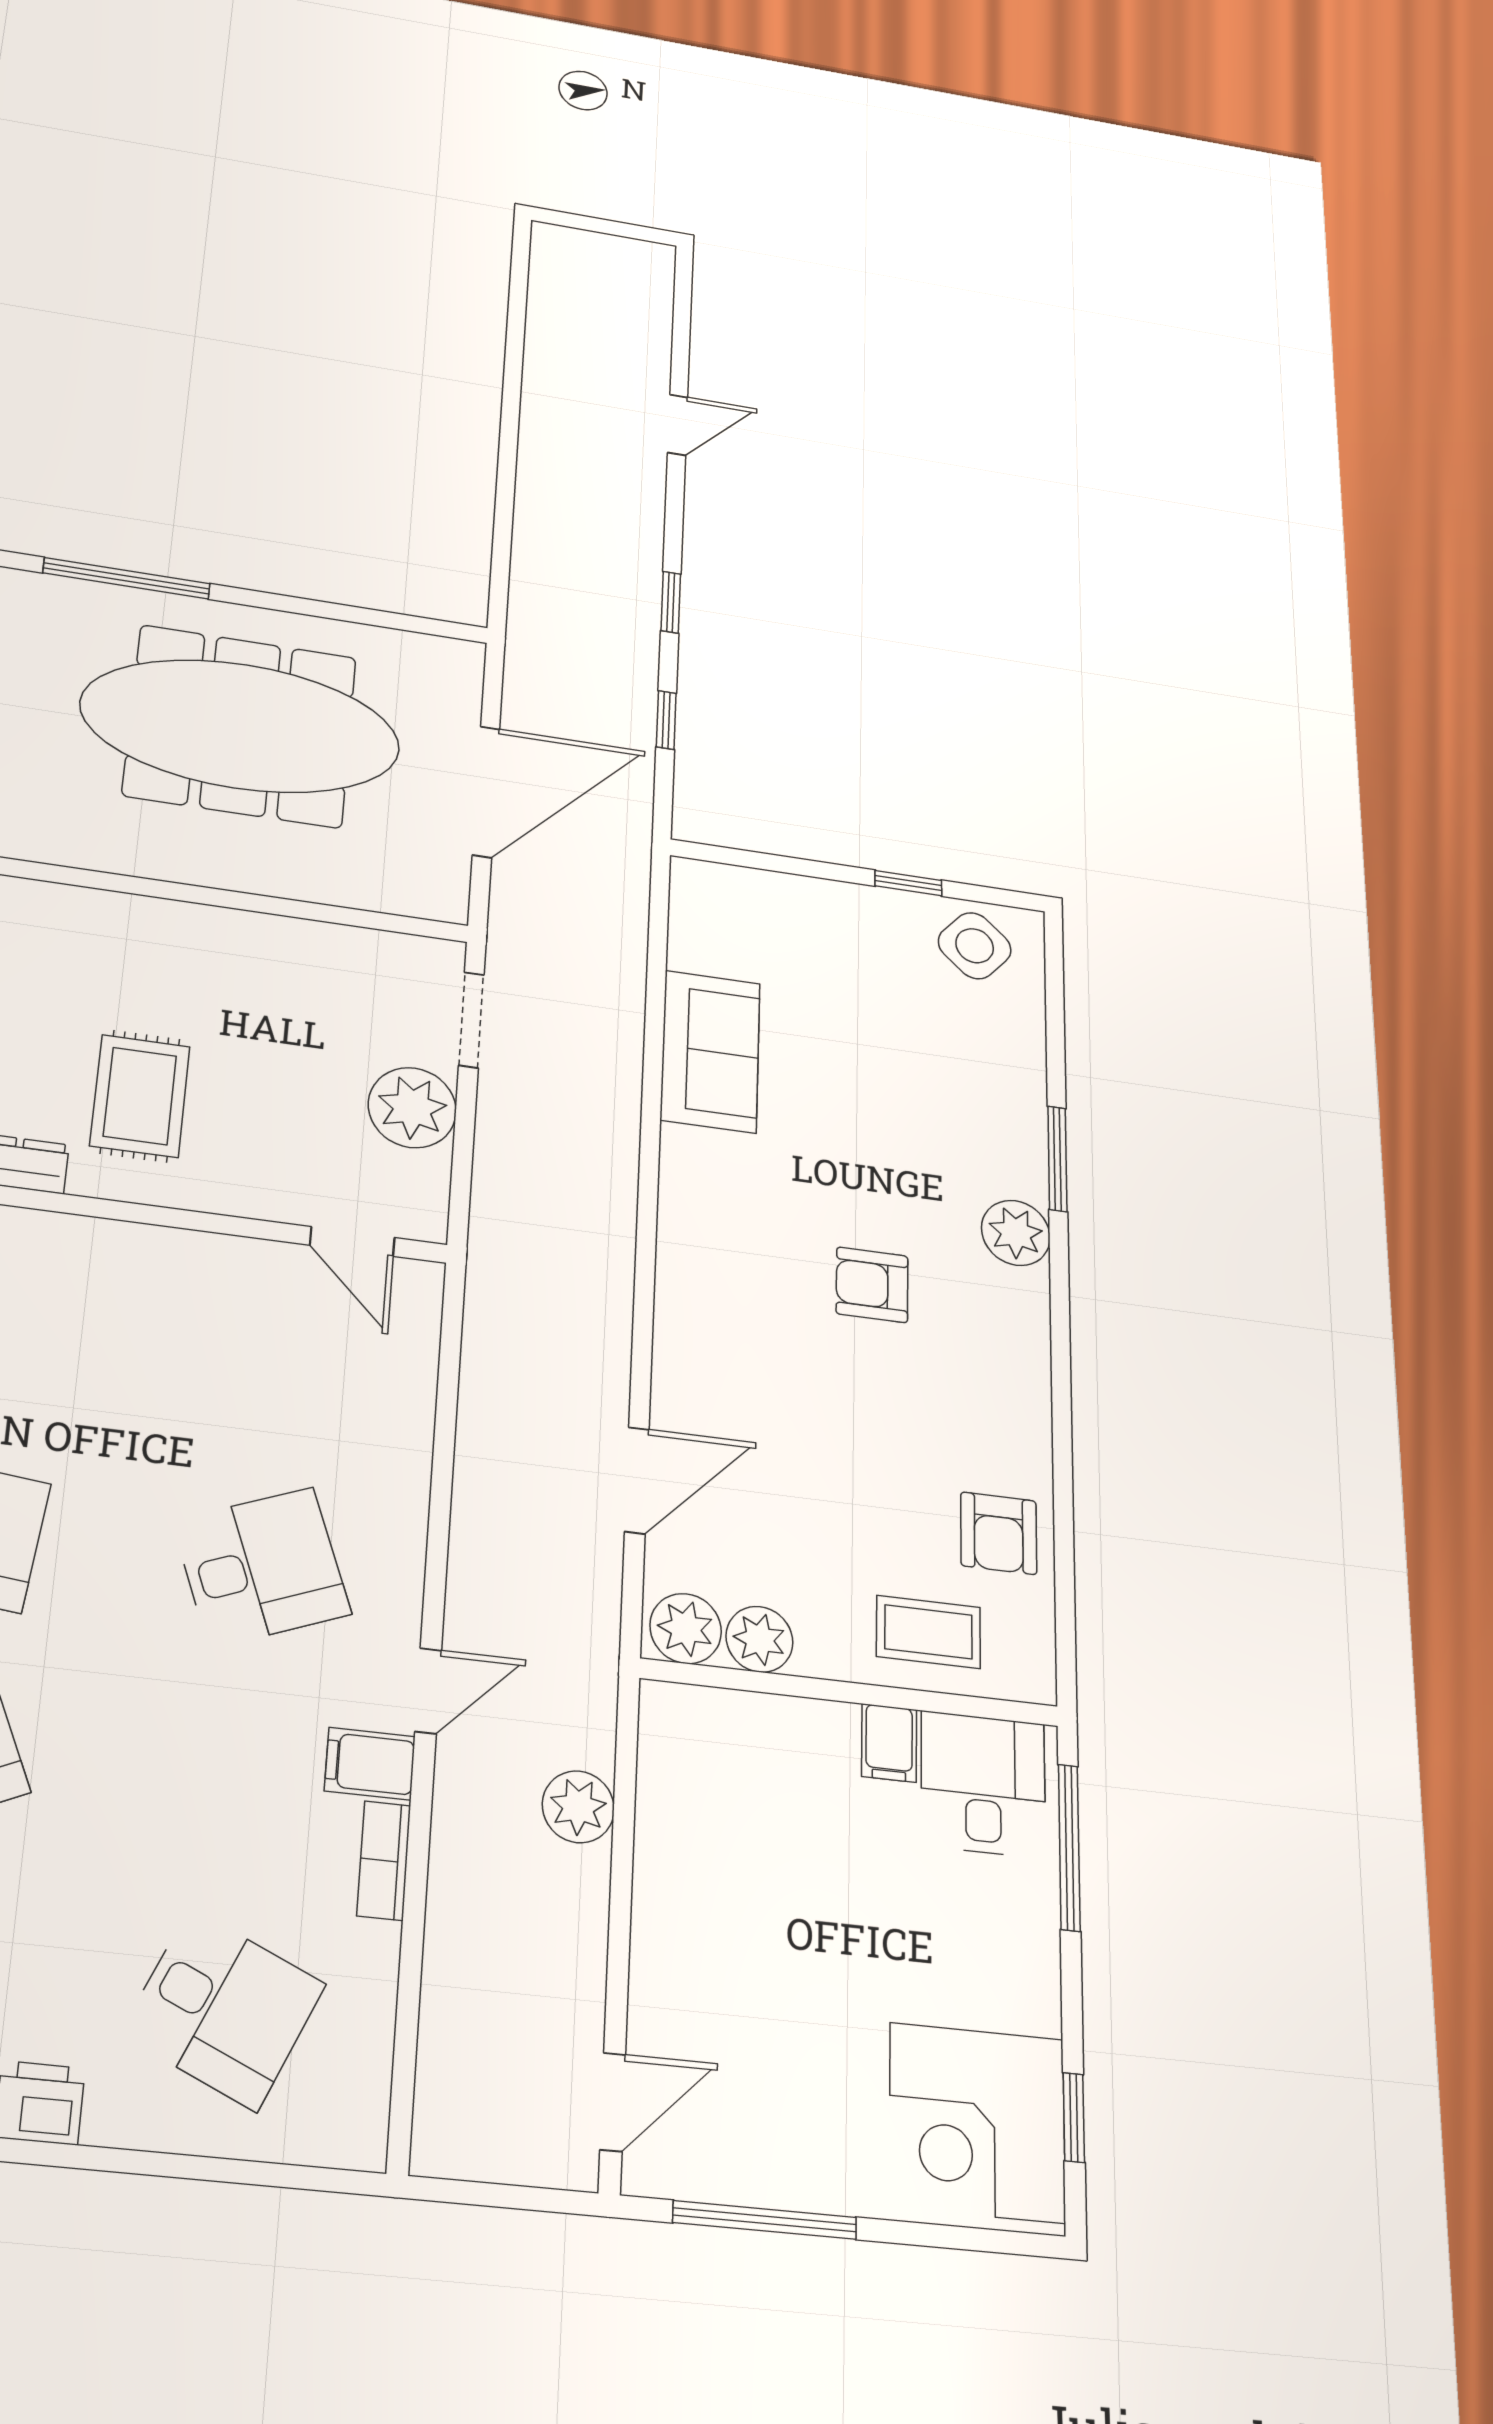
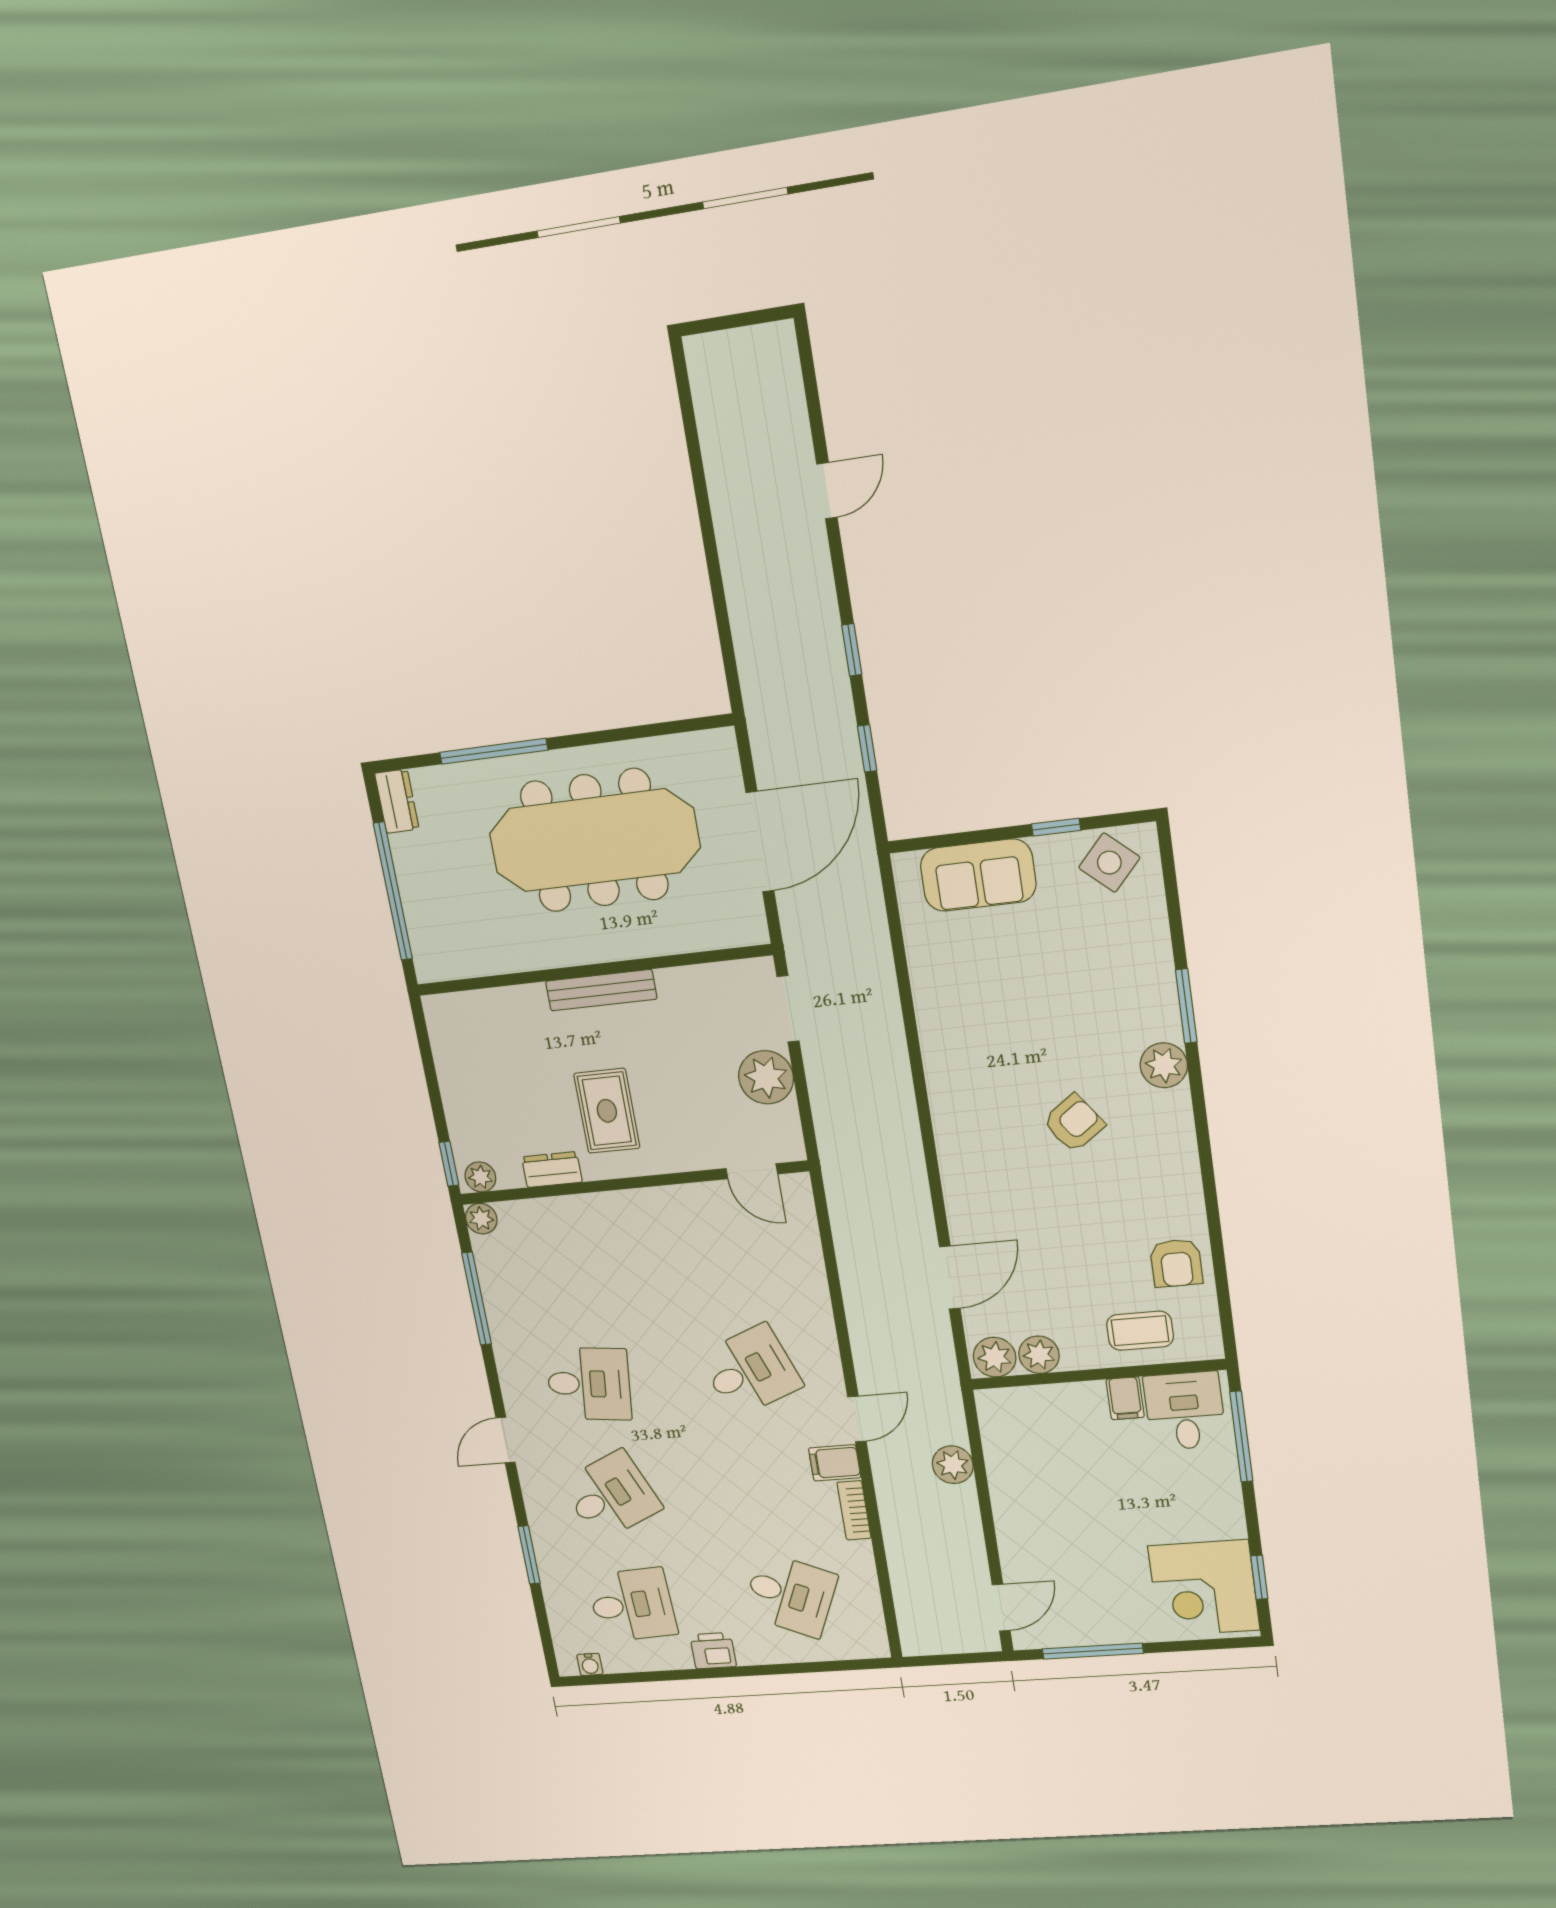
bench: (187, 923) -> (601, 990), added
sofa: (710, 1051) -> (978, 875), moved, turned 90
armchair: (872, 1285) -> (1074, 1123), turned 144

